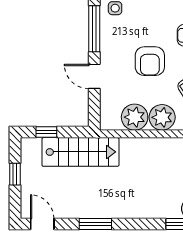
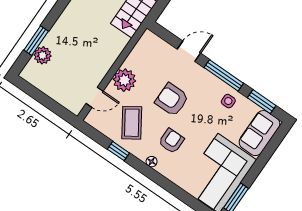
plant: (135, 117) -> (139, 60), removed

